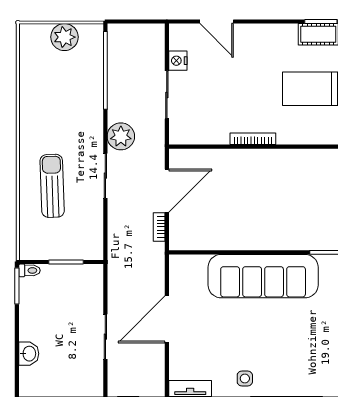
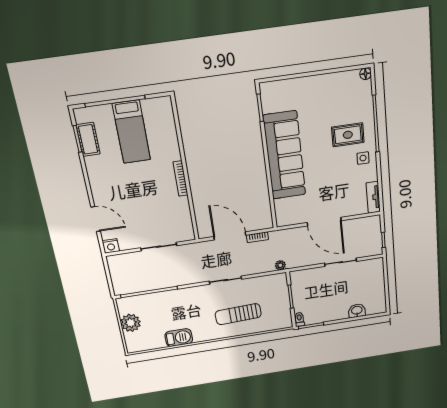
door: (217, 22) -> (96, 219), hinge flipped
nightstand: (178, 61) -> (111, 246), moved
barbecue: (31, 98) -> (179, 338), added
plant: (121, 136) -> (280, 265), moved, width x0.53, depth x0.53
rug: (278, 361) -> (348, 135), added

